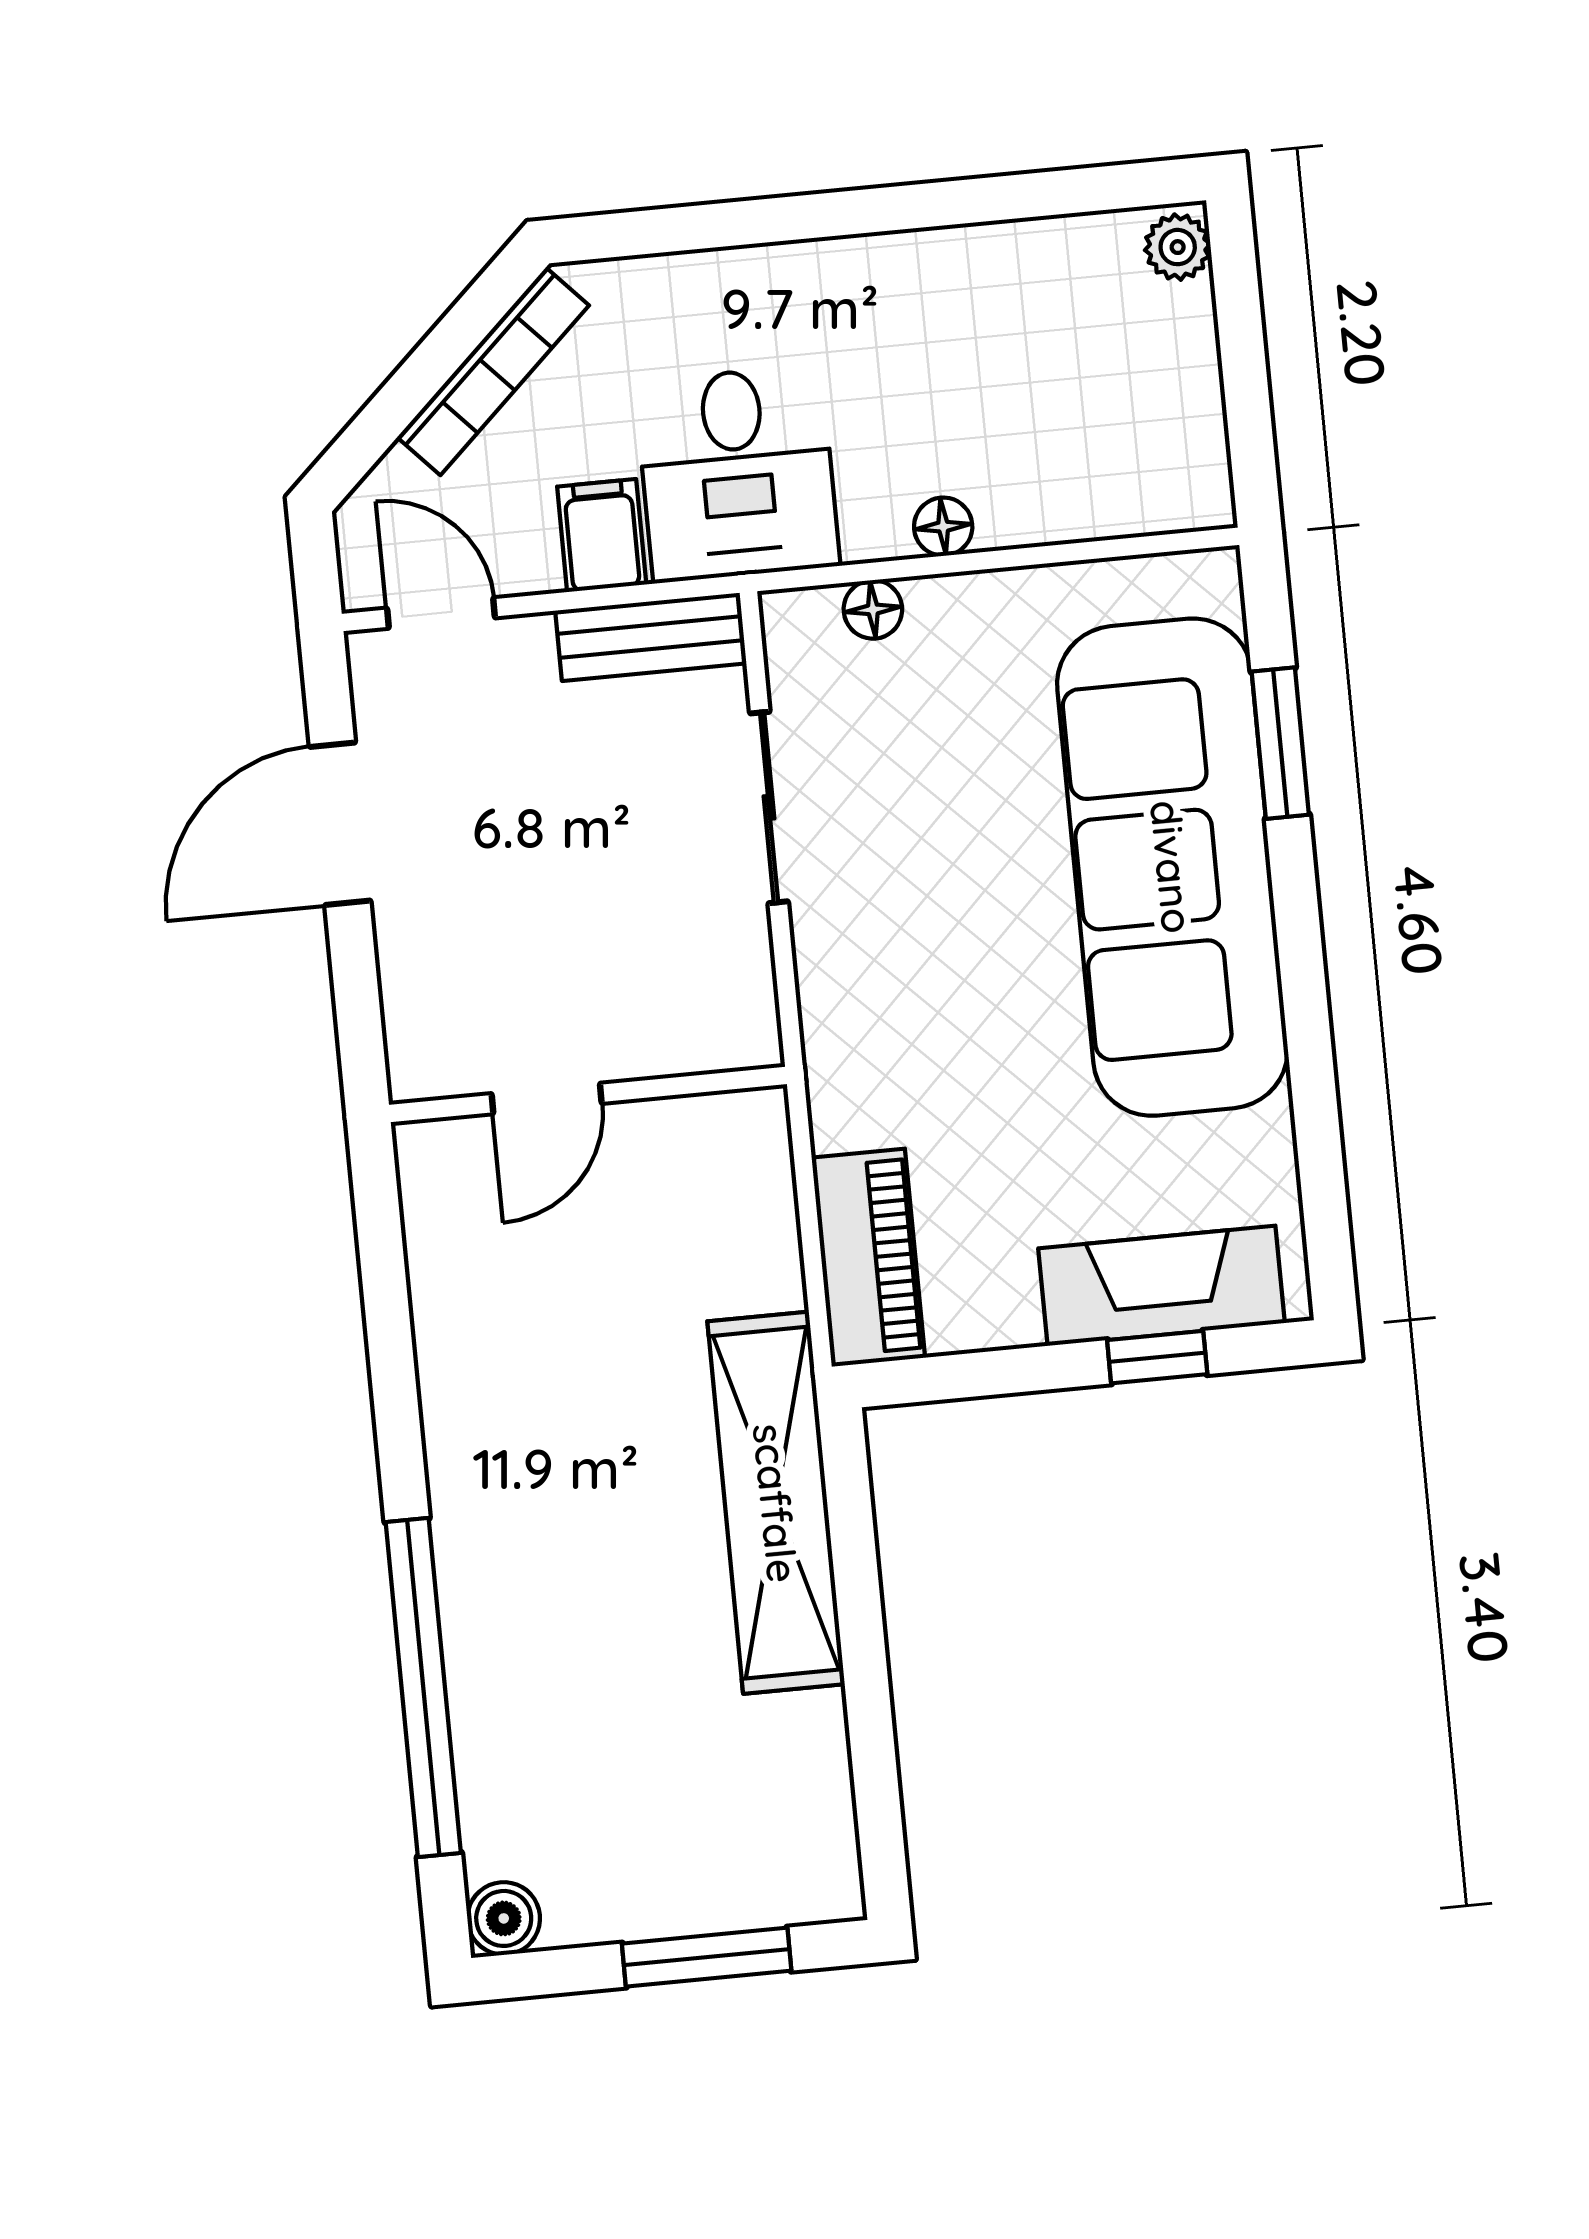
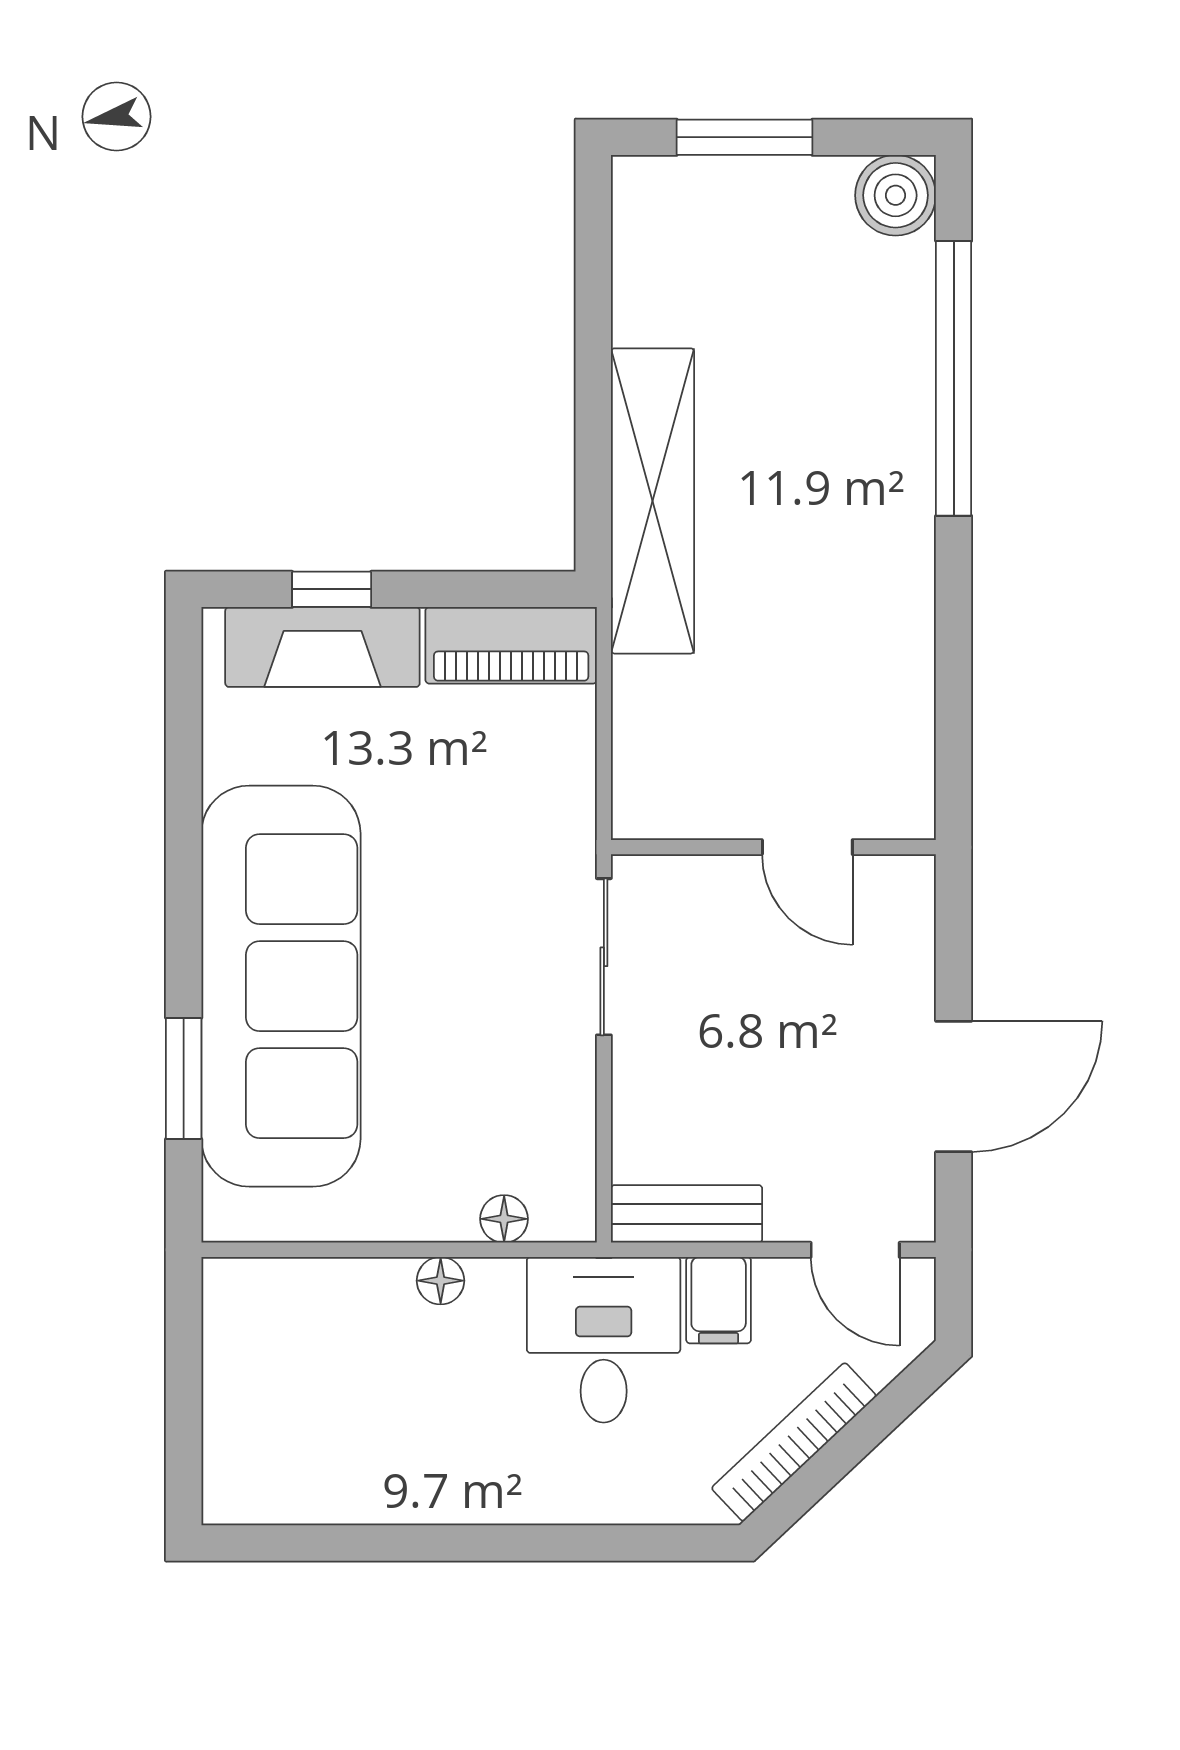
plant: (1178, 247) -> (228, 1489), removed
sliding door: (769, 807) -> (604, 957), moved
door: (547, 1098) -> (807, 847), swing flipped
piano: (868, 1258) -> (511, 645), moved, turned -90
boiler: (504, 1918) -> (896, 195), width x1.36, depth x1.36

